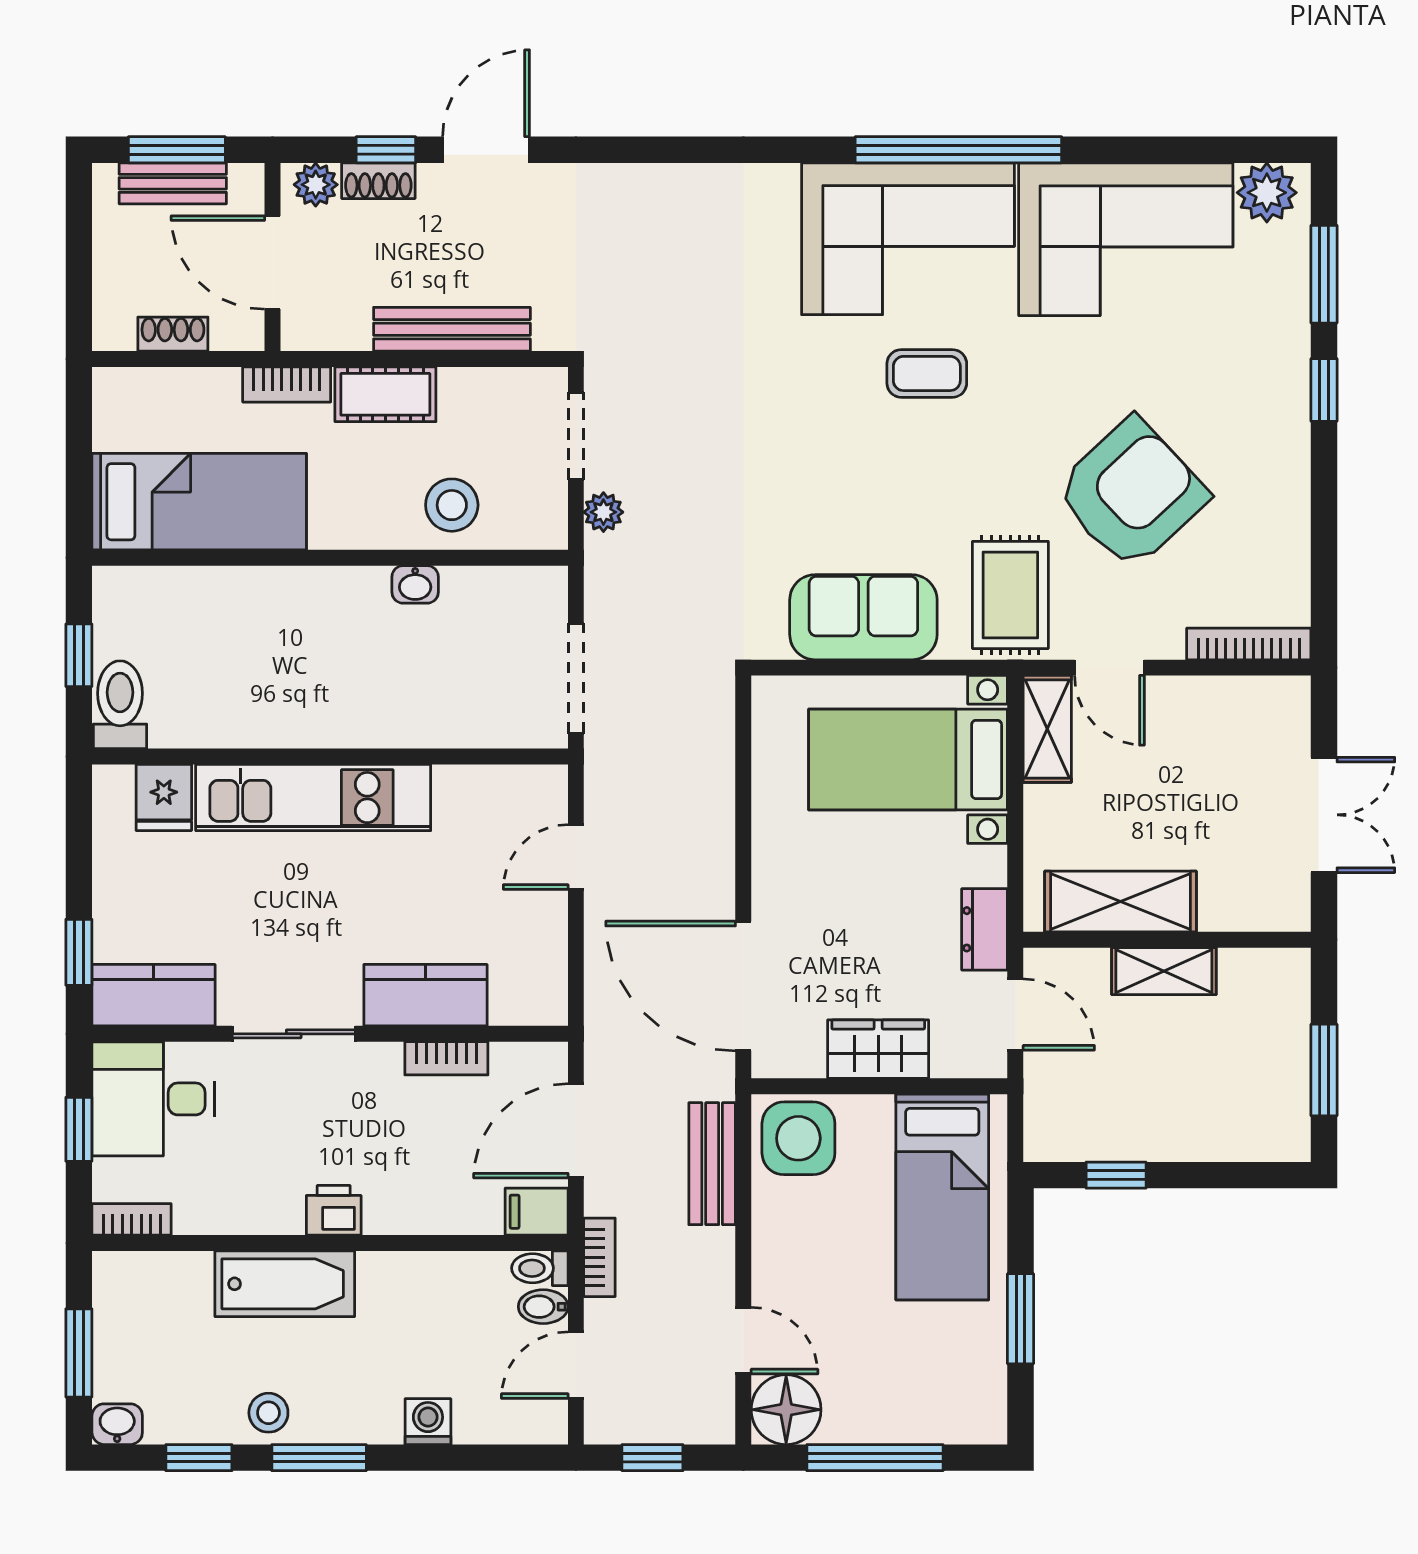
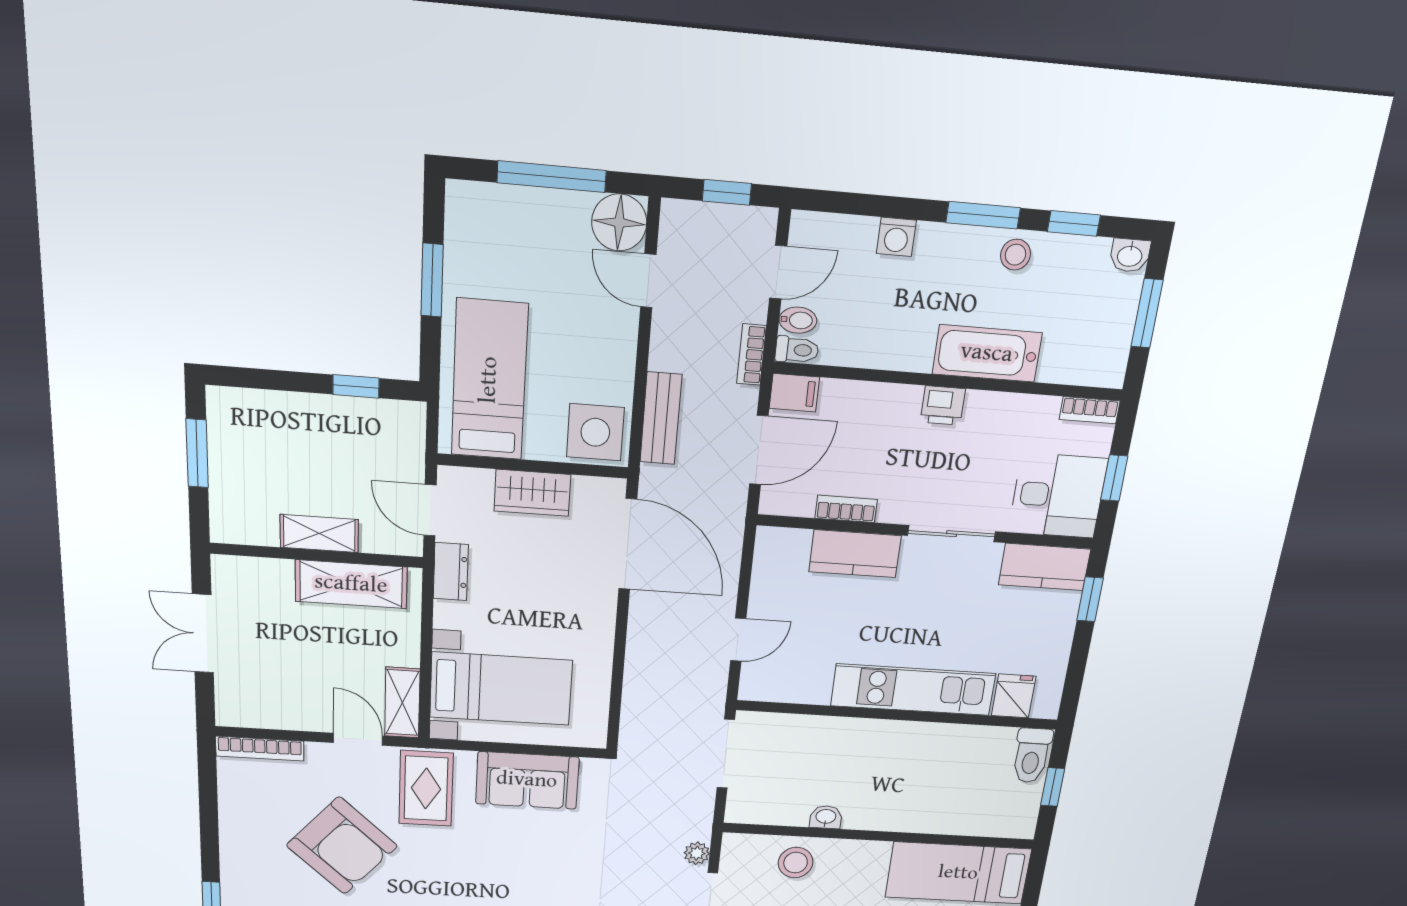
armchair: (1131, 494) -> (342, 846), turned -95

